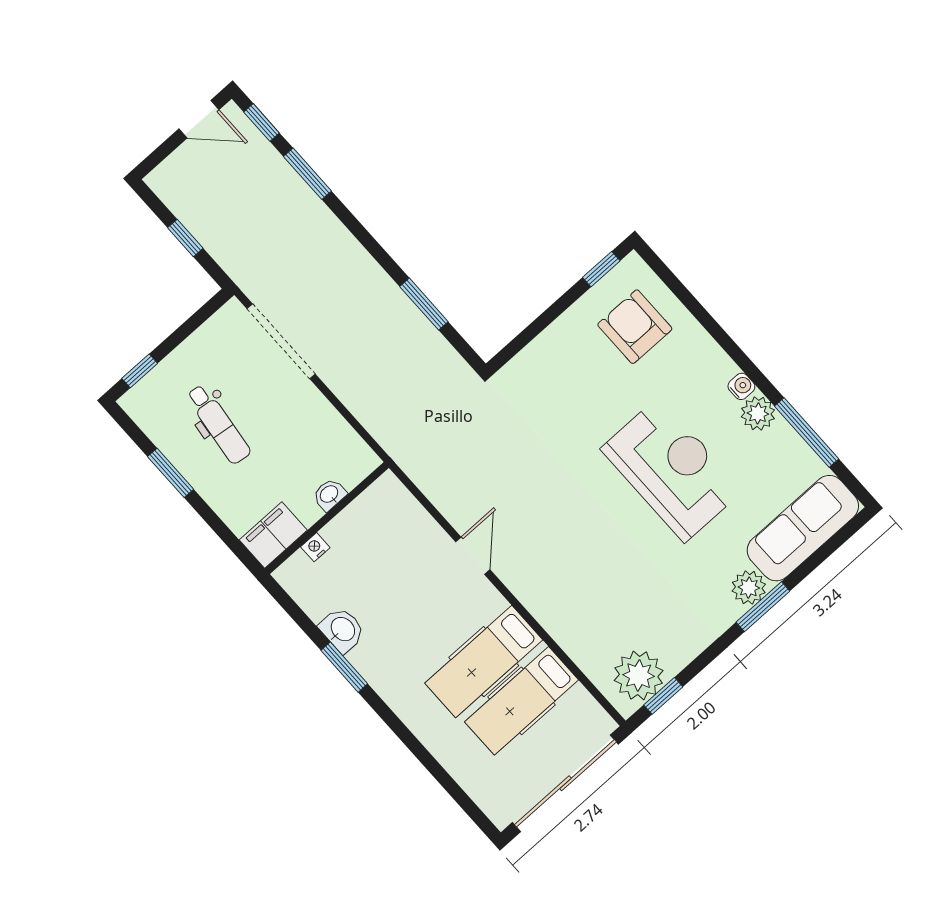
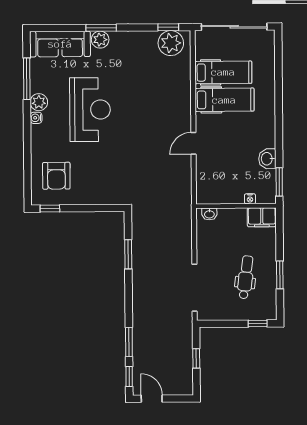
reception desk: (672, 470) -> (90, 110), turned 180
washbasin: (329, 495) -> (209, 214), moved
window: (344, 667) -> (279, 182), moved

